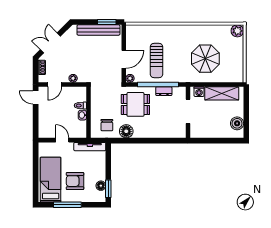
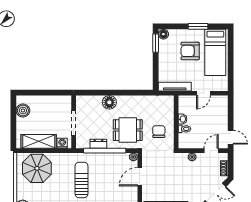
parasol: (205, 59) -> (37, 168), moved
sun lounger: (157, 61) -> (82, 180), moved
chair: (107, 125) -> (159, 132), moved
floor lamp: (126, 131) -> (109, 102), moved
door: (62, 140) -> (203, 93), hinge flipped
armchair: (75, 181) -> (190, 51), turned 180
floor lamp: (101, 186) -> (163, 34), moved
window: (67, 205) -> (198, 26), width x0.69

